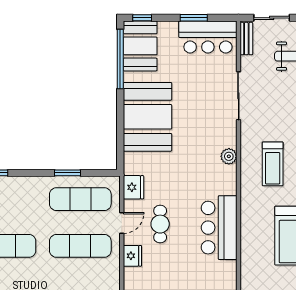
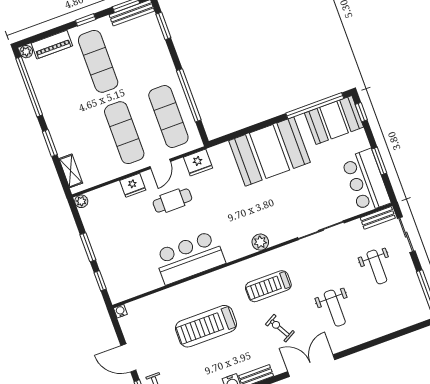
window: (68, 173) -> (189, 95), width x2.11
door: (122, 223) -> (160, 164), hinge flipped

